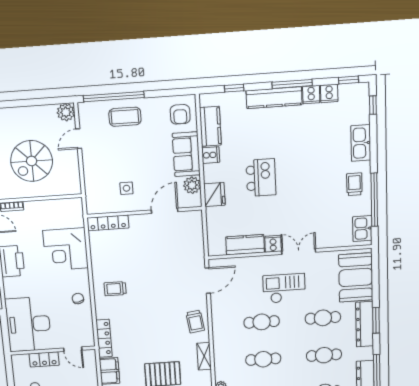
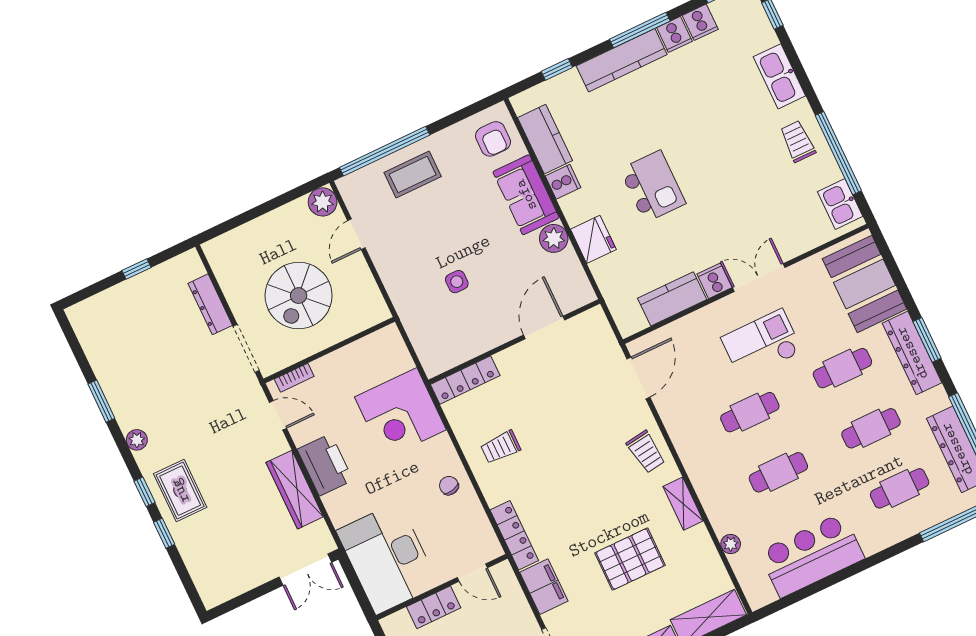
door: (165, 211) -> (544, 328), moved
wall: (144, 212) -> (514, 342), moved
locker: (108, 223) -> (465, 380), moved

